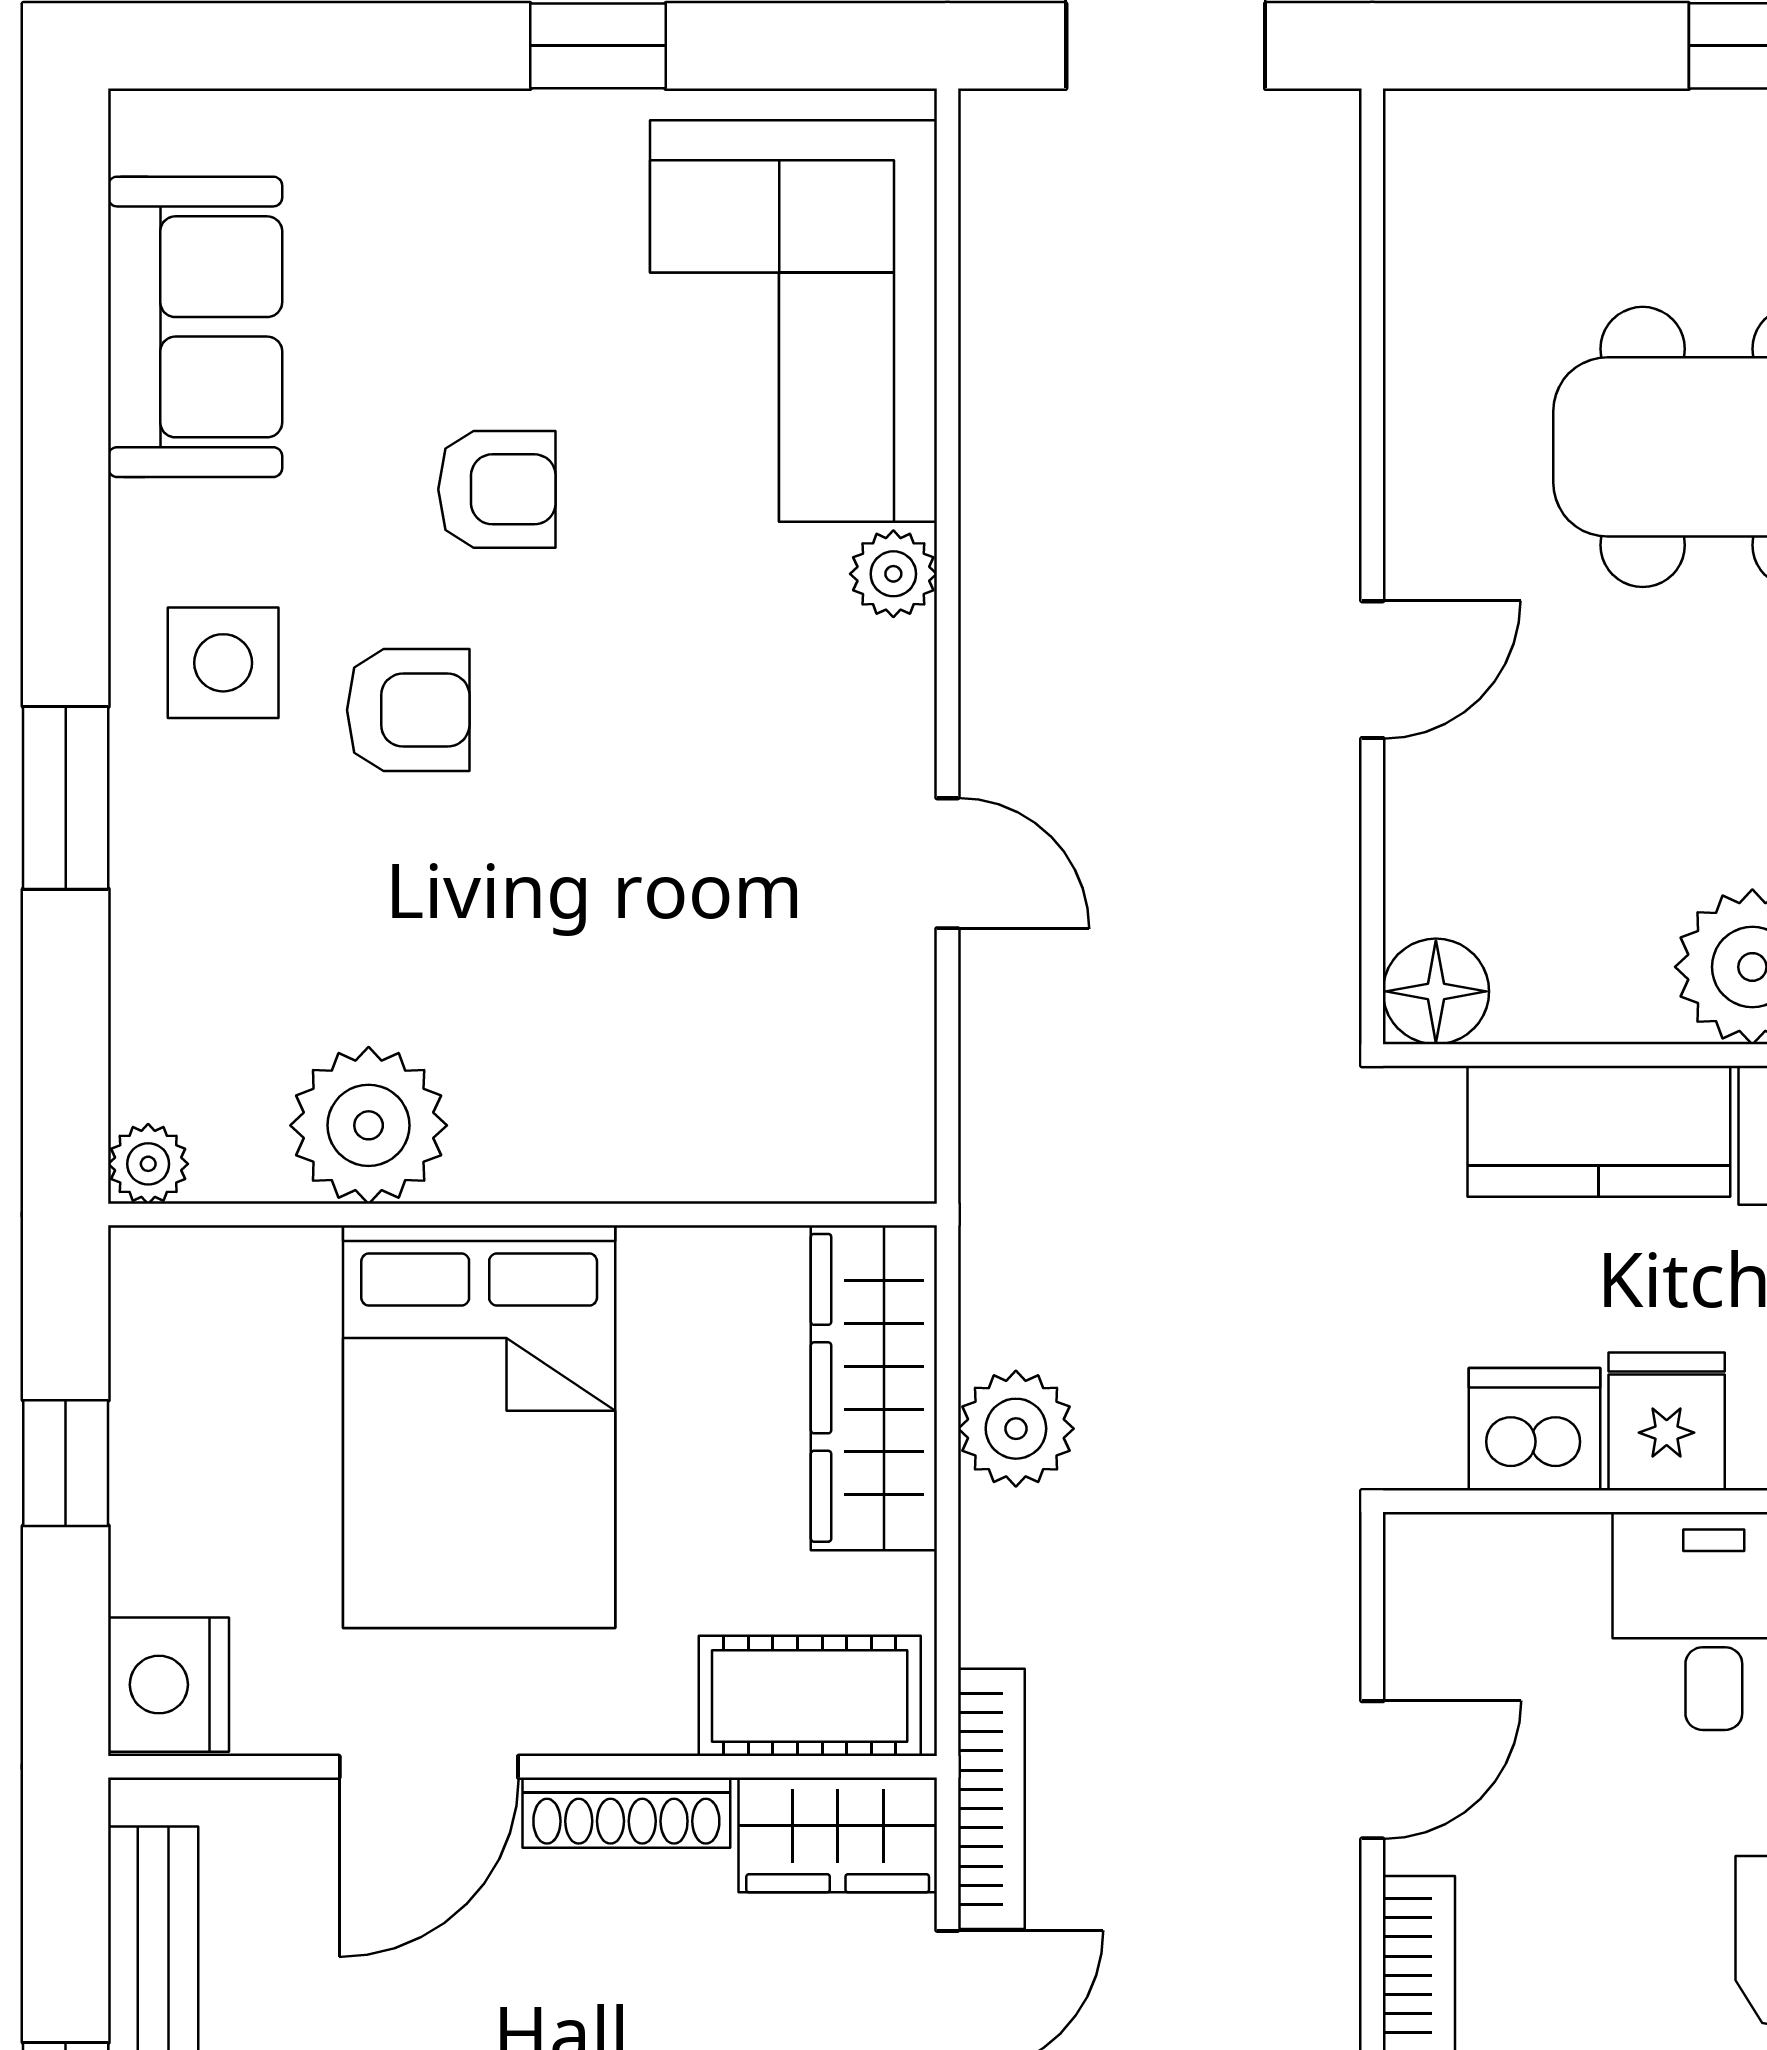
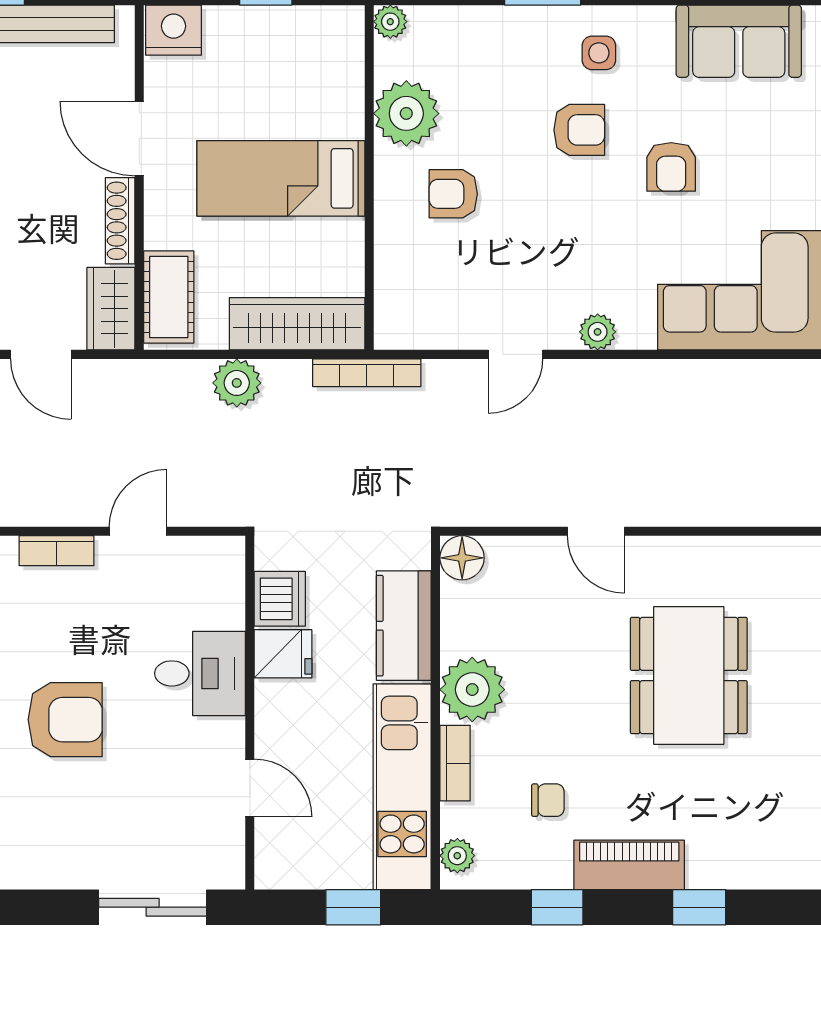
plant: (893, 574) -> (598, 332), moved
side table: (223, 663) -> (599, 53), width x0.73, depth x0.73
armchair: (408, 710) -> (579, 130), turned -90
armchair: (562, 1013) -> (453, 194), added
bed: (479, 1427) -> (281, 178), width x0.67
plant: (1016, 1429) -> (237, 383), moved
door: (1372, 1770) -> (138, 531), swing flipped
bookcase: (991, 1799) -> (367, 373), moved

